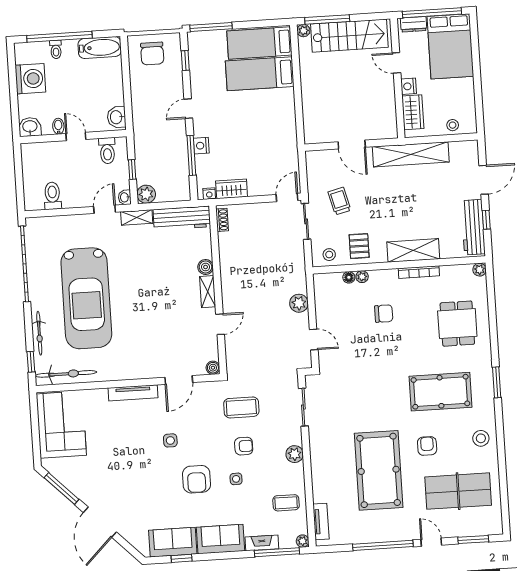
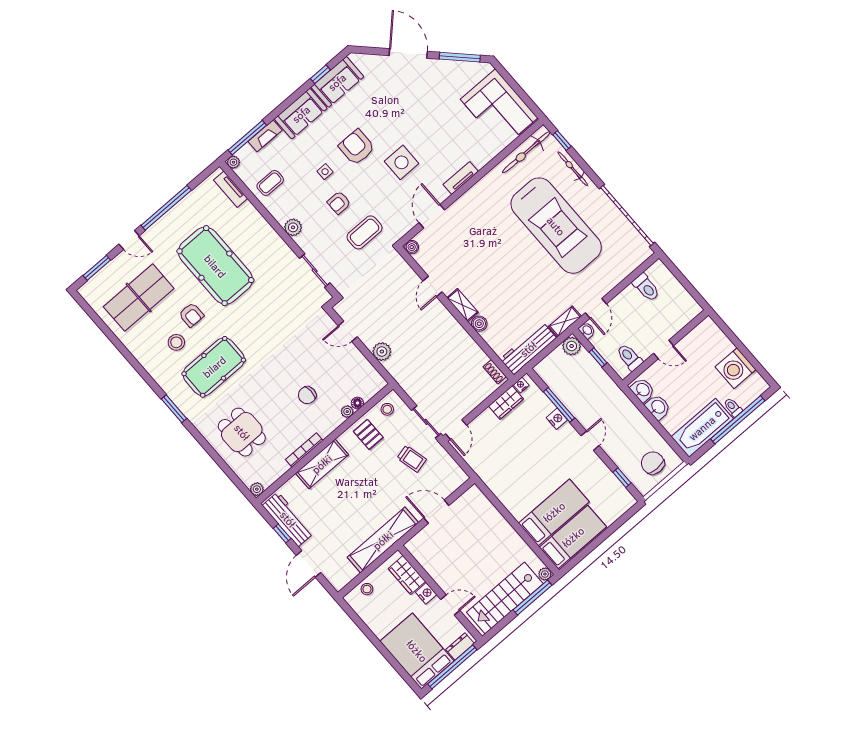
window: (211, 27) -> (622, 520), removed
bathtub: (100, 48) -> (702, 428), width x1.36, depth x1.36
bidet: (58, 126) -> (684, 347), removed
washbasin: (30, 127) -> (658, 407), moved, turned -90
car: (86, 298) -> (556, 226), turned 180
tv unit: (133, 393) -> (461, 178), width x0.71
stool: (481, 438) -> (176, 342), moved
side table: (170, 440) -> (402, 162), width x1.87, depth x1.87

